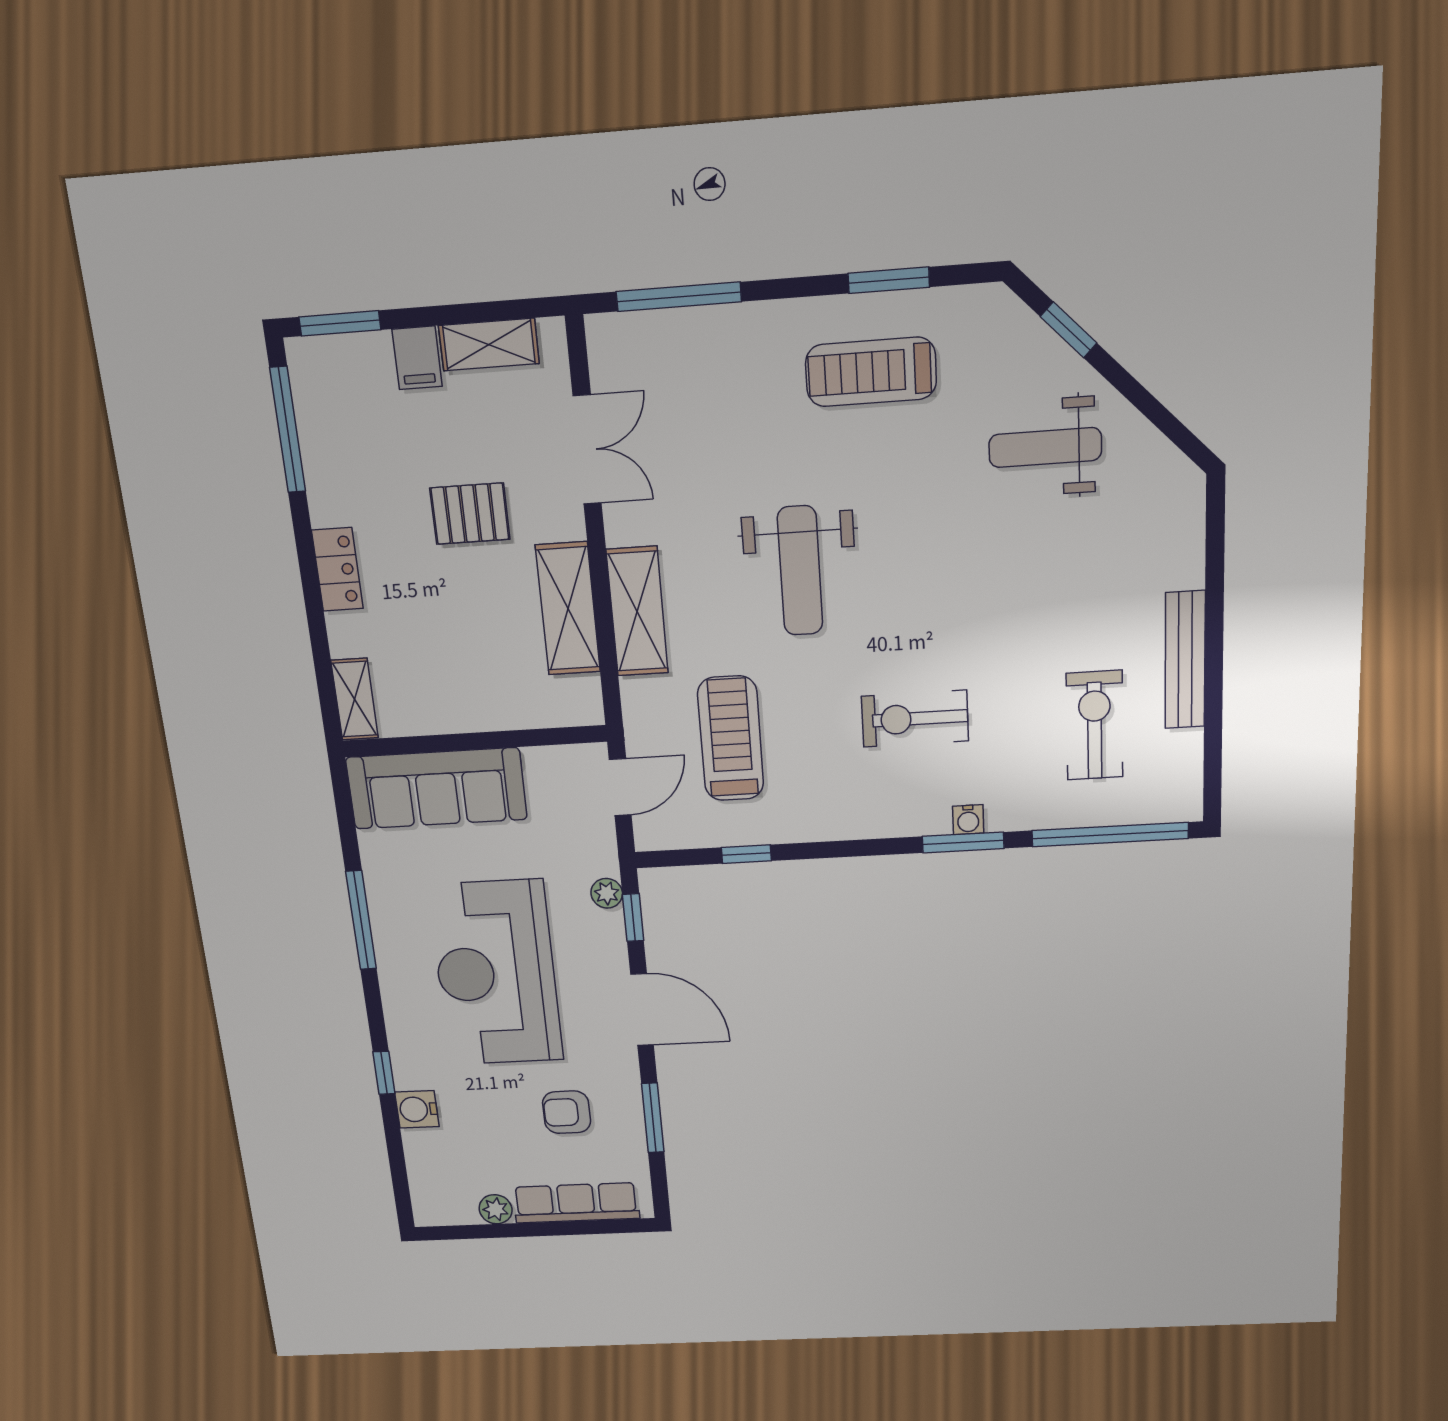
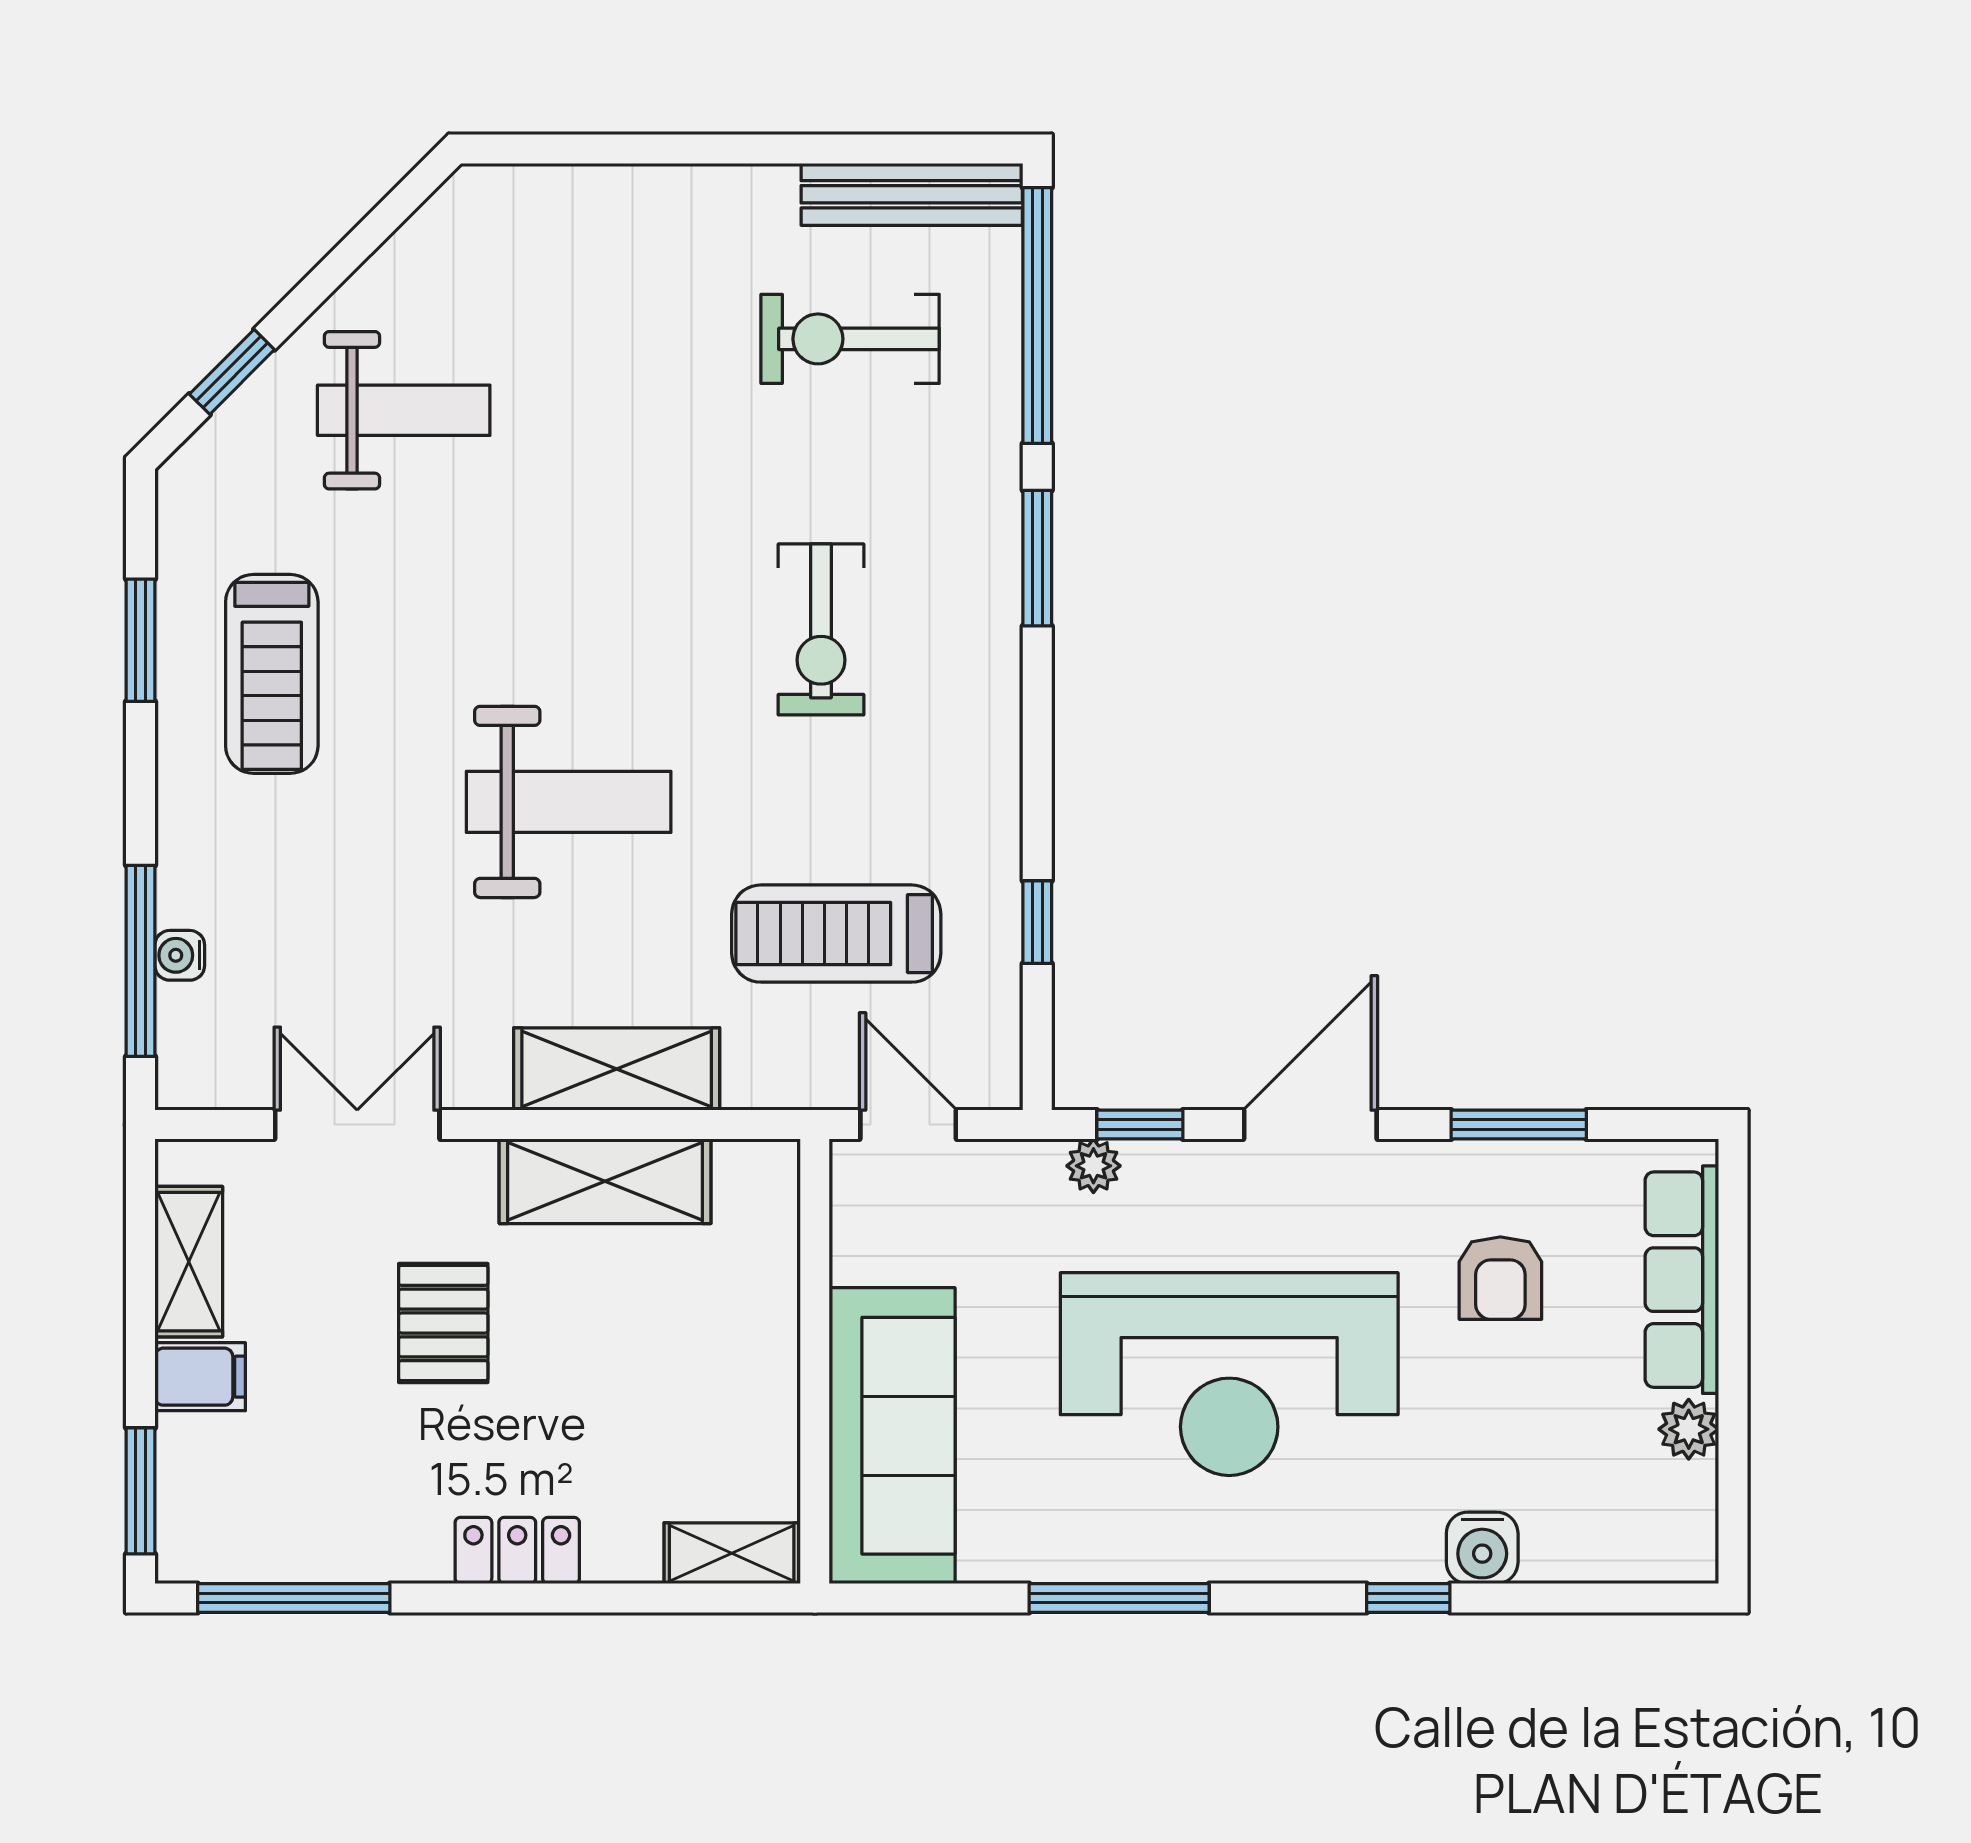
weight bench: (1045, 447) -> (404, 410), turned -90
bench: (1185, 660) -> (912, 194), moved
water cooler: (968, 820) -> (180, 955), moved, turned 180

